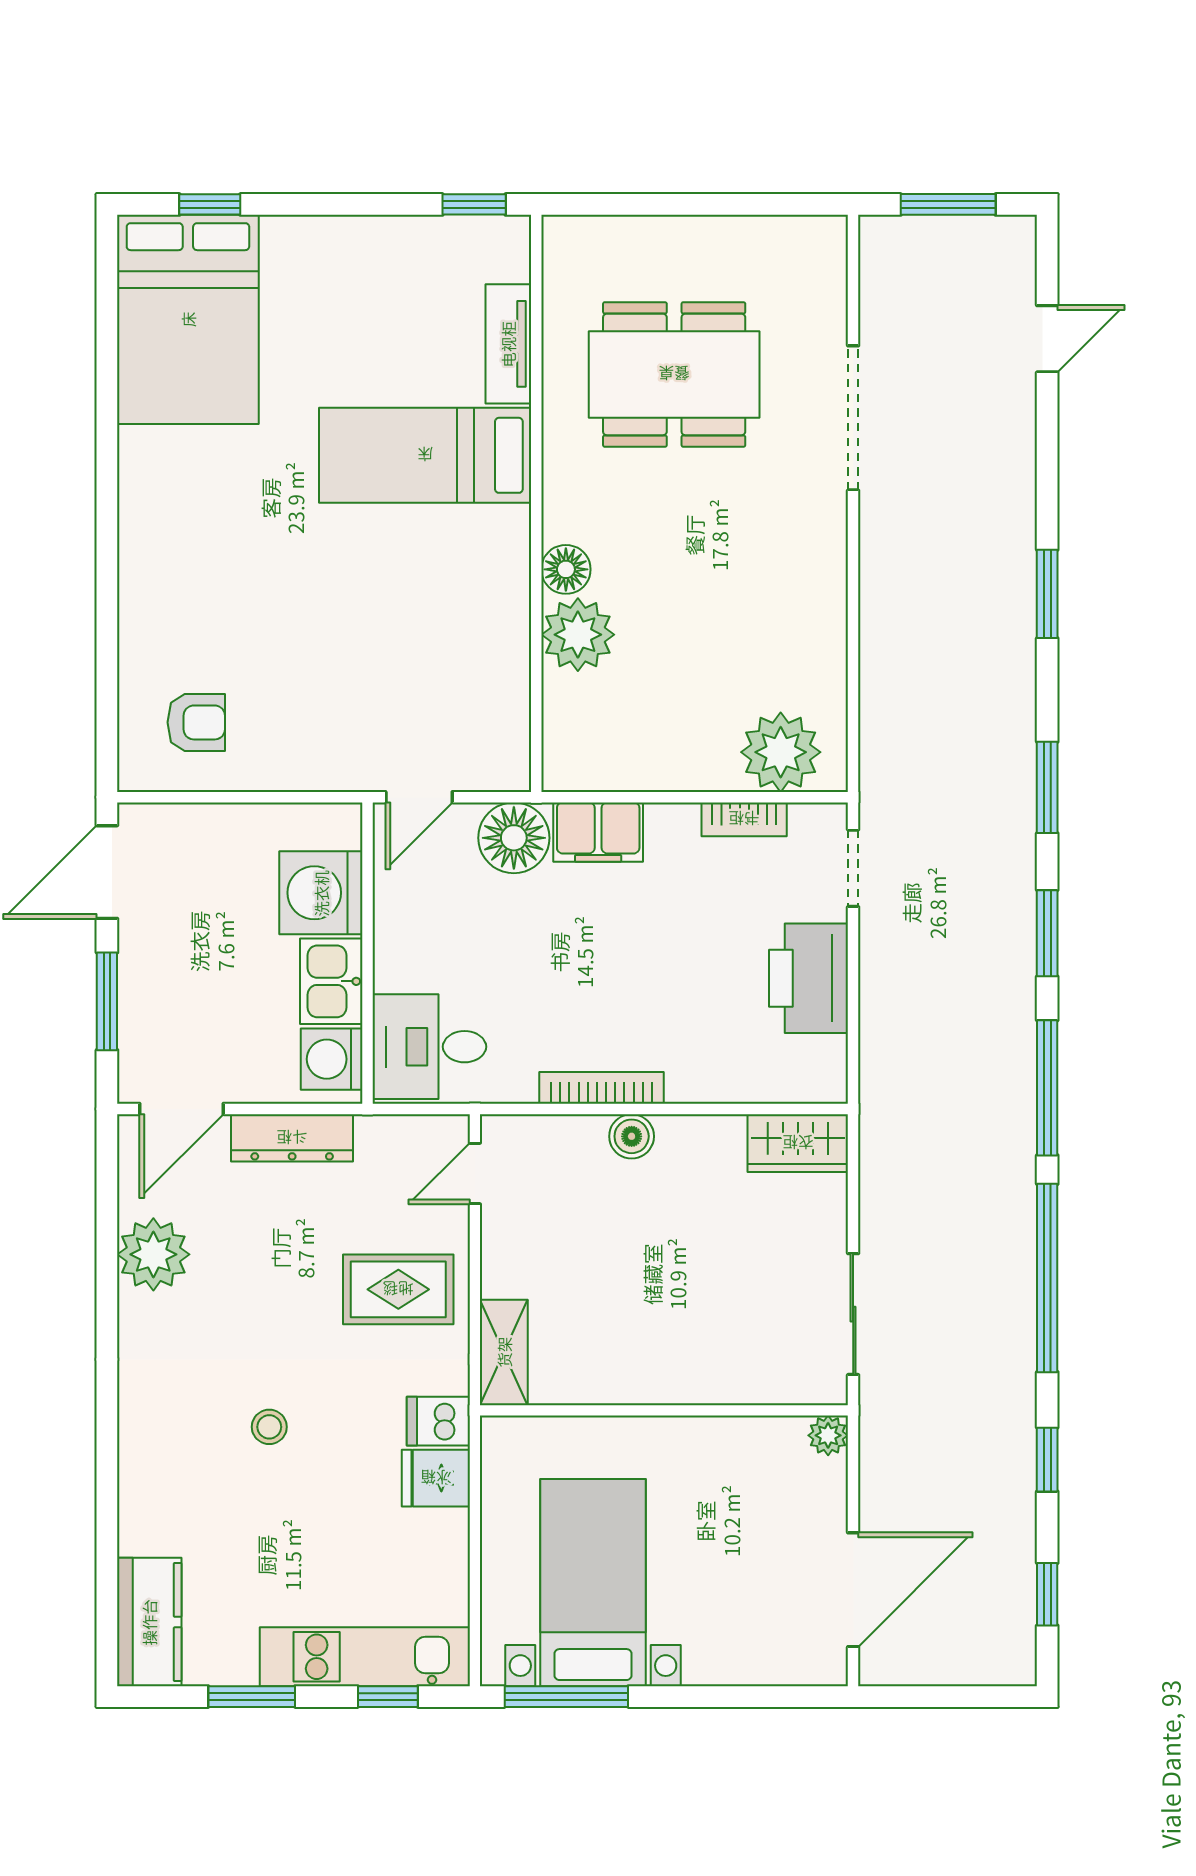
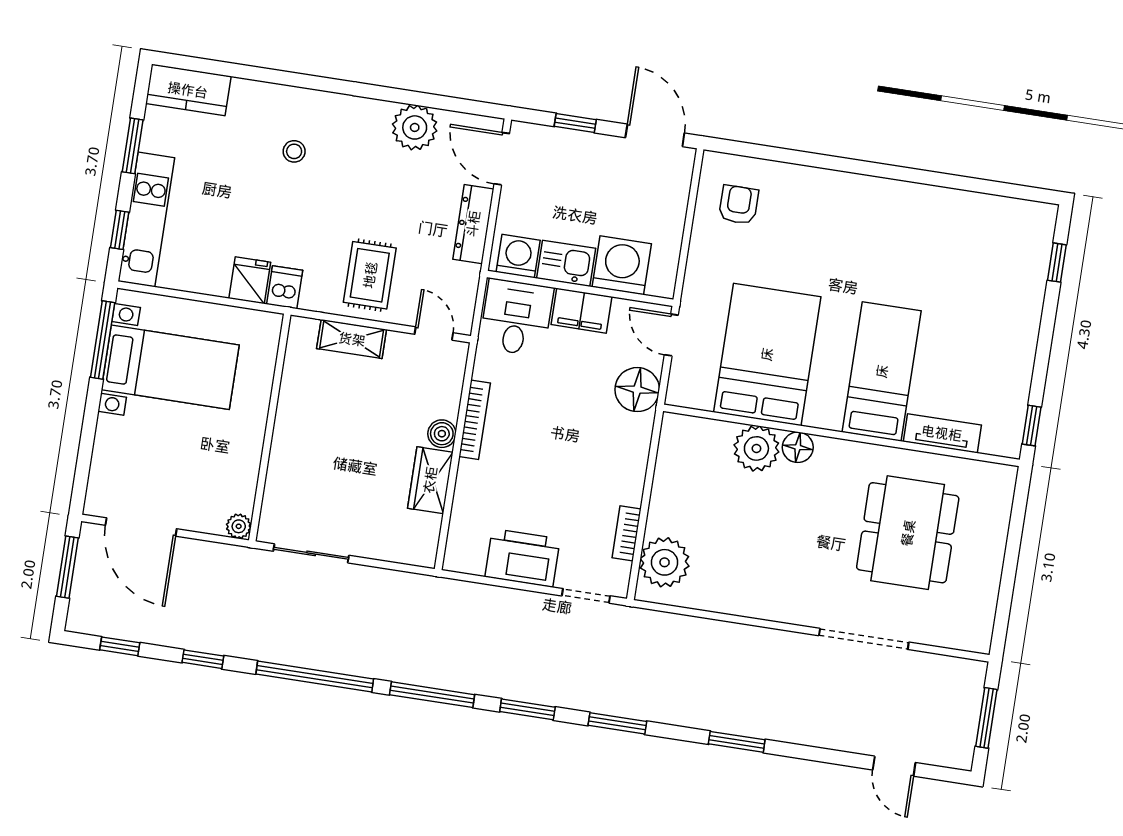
bed: (188, 319) -> (767, 354), moved, turned 90
armchair: (196, 722) -> (739, 205), turned 180
filing cabinet: (598, 832) -> (582, 311), moved, turned -90
window: (107, 1001) -> (575, 123), width x0.67
wardrobe: (798, 1143) -> (430, 480), moved
shelving: (504, 1352) -> (352, 339), moved
stool: (269, 1427) -> (294, 151), moved
window: (935, 1697) -> (67, 567), added

